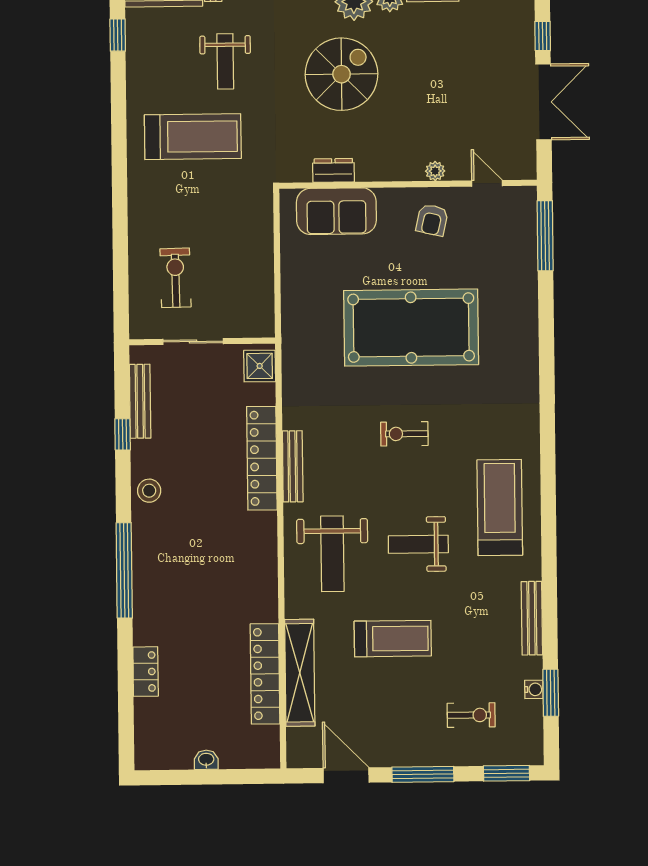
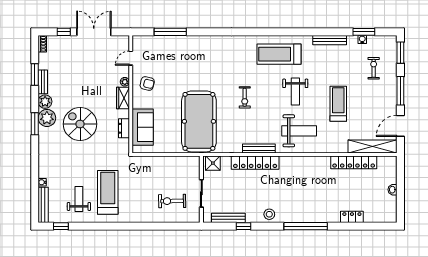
weight bench: (225, 61) -> (79, 199), moved, turned -90
wardrobe: (399, 167) -> (123, 98), added
window: (545, 236) -> (170, 32), moved
pool table: (411, 328) -> (199, 121), moved
shelving: (300, 673) -> (373, 146), moved

